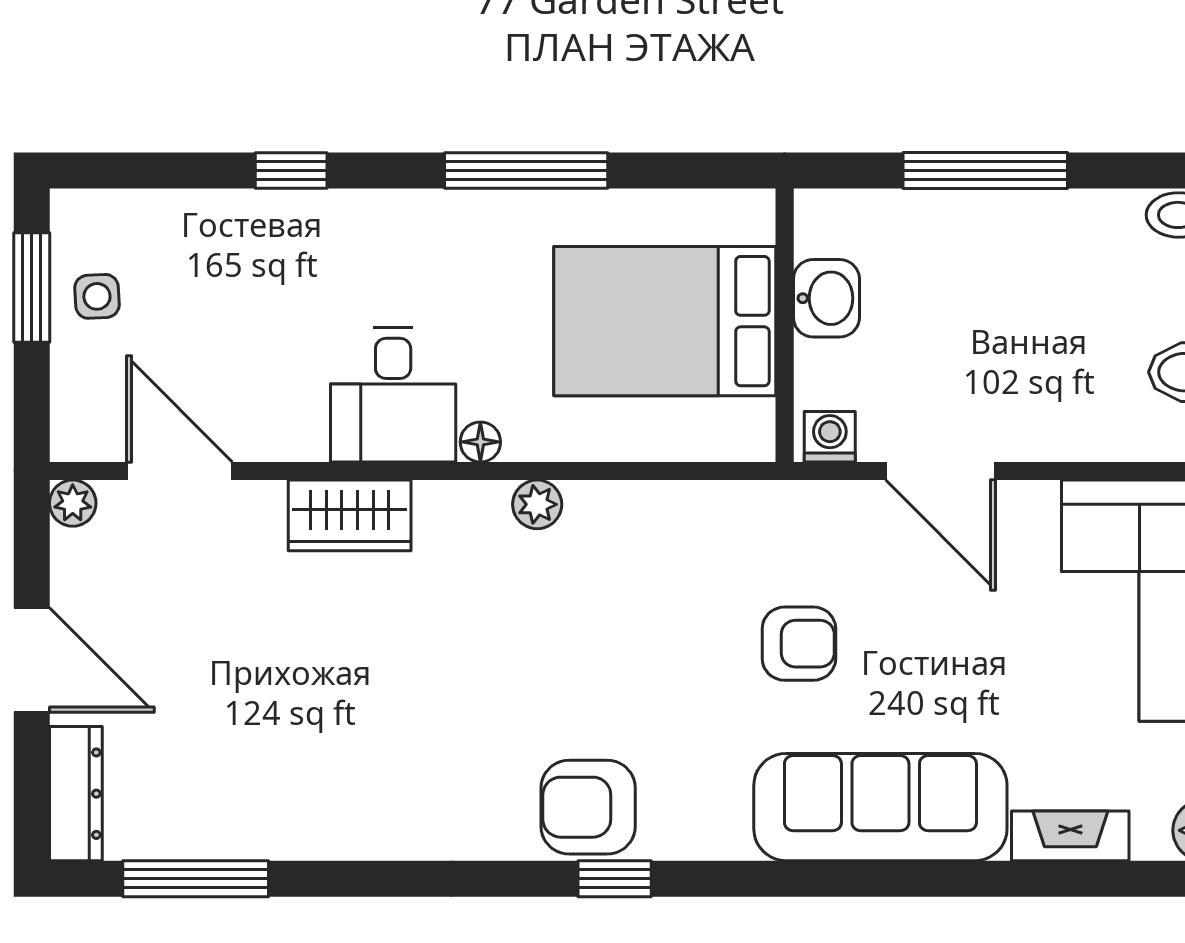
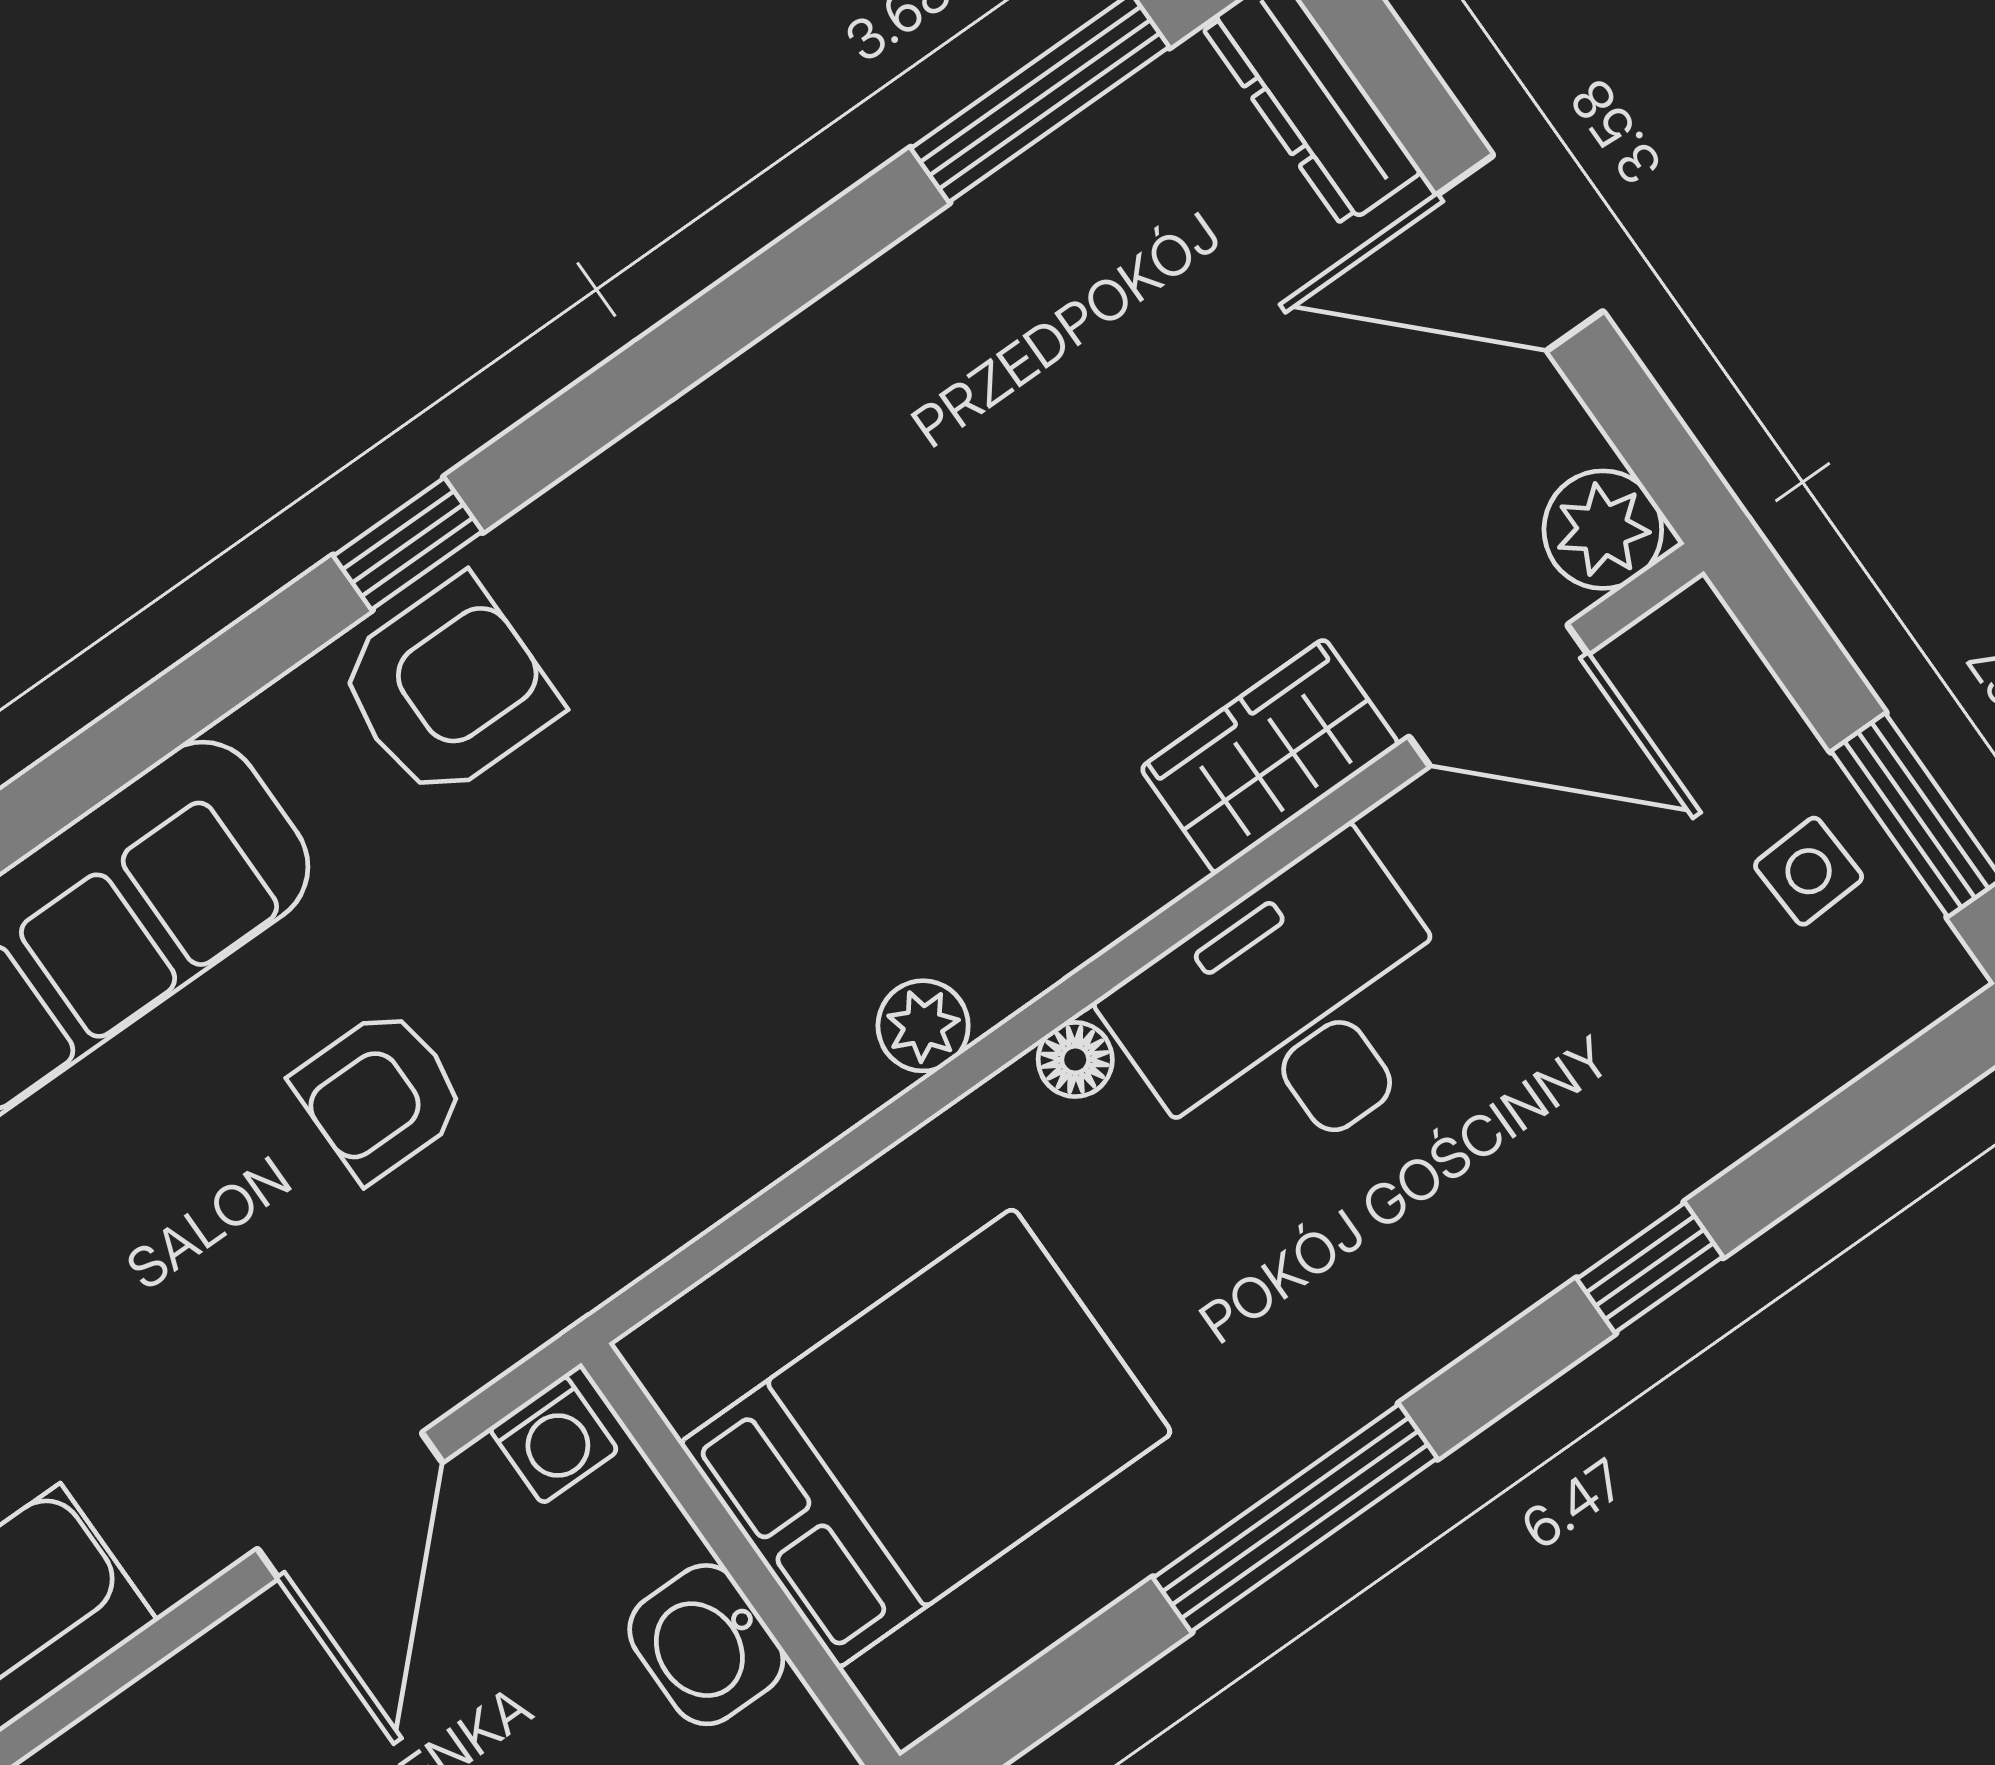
desk: (393, 395) -> (1292, 1013), width x1.37
door: (941, 471) -> (350, 1506), swing flipped
plant: (73, 503) -> (1603, 530), width x1.38, depth x1.38
wardrobe: (350, 515) -> (1270, 756), moved
armchair: (588, 807) -> (447, 689), moved

